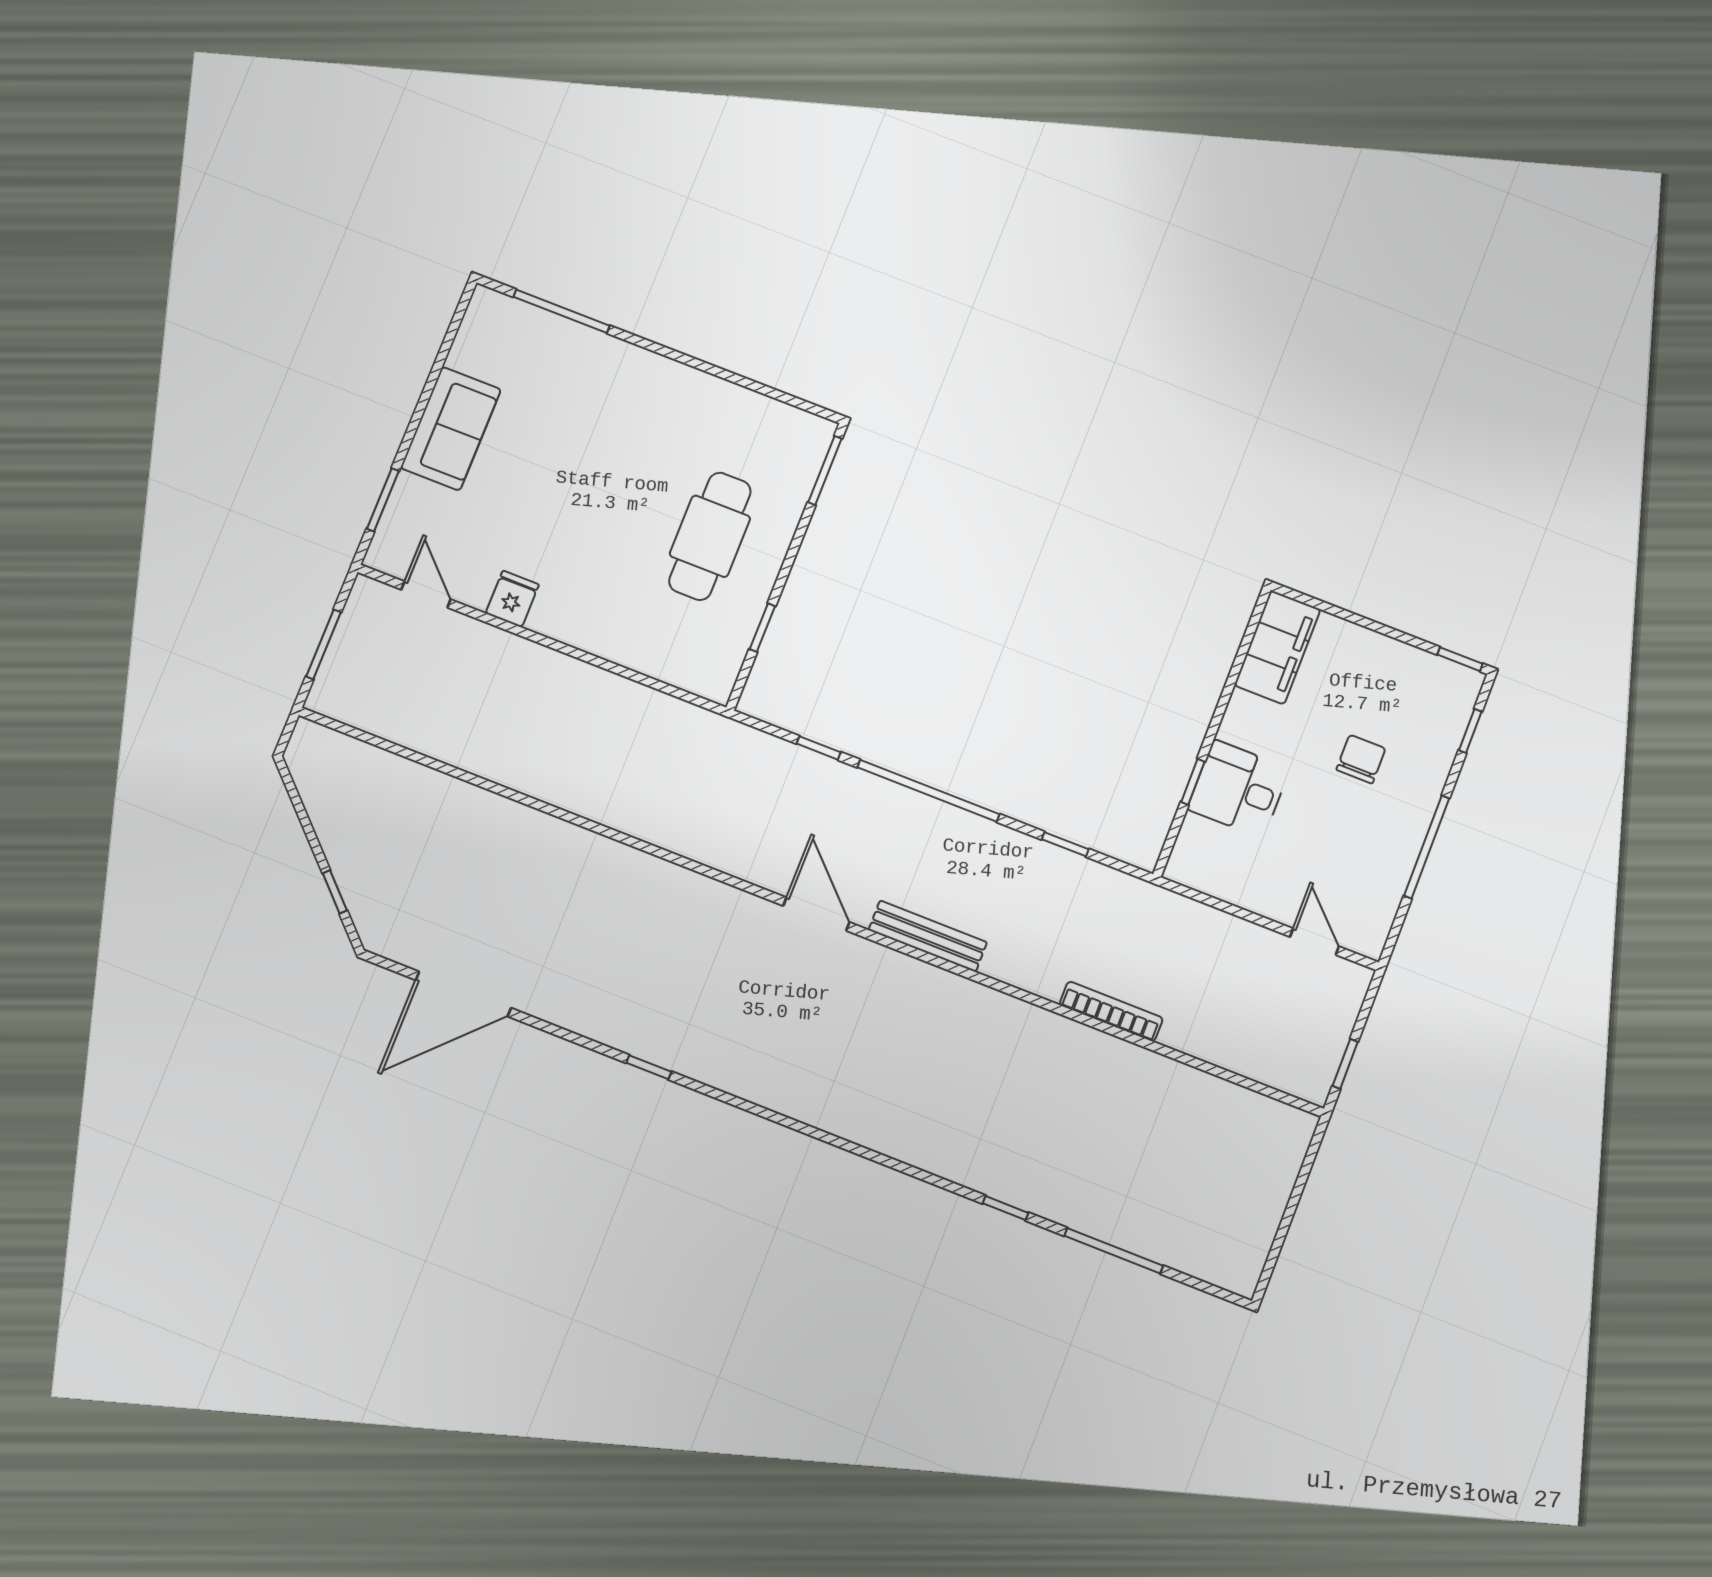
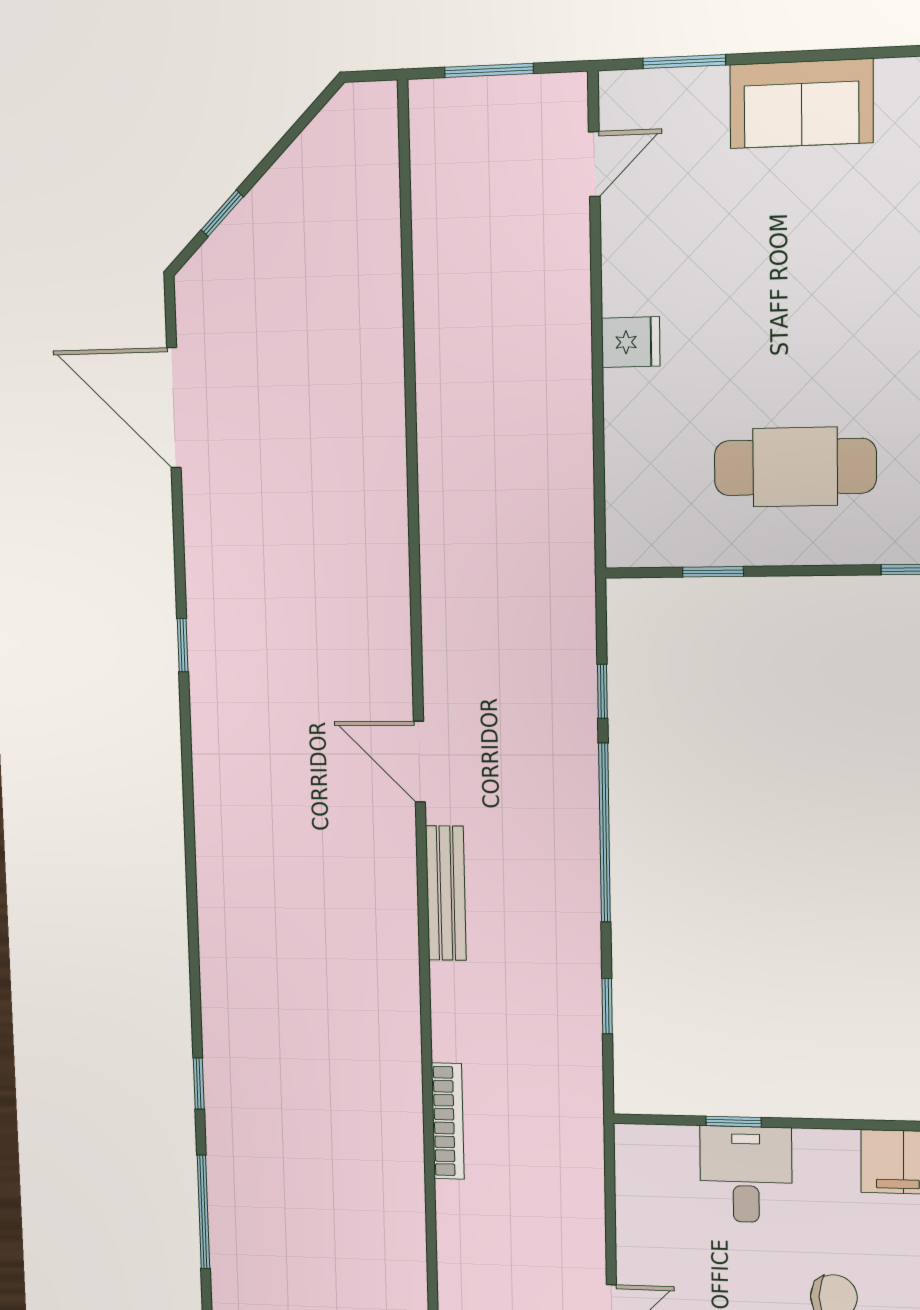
fridge: (512, 599) -> (631, 342), moved
door: (816, 914) -> (419, 762), swing flipped

